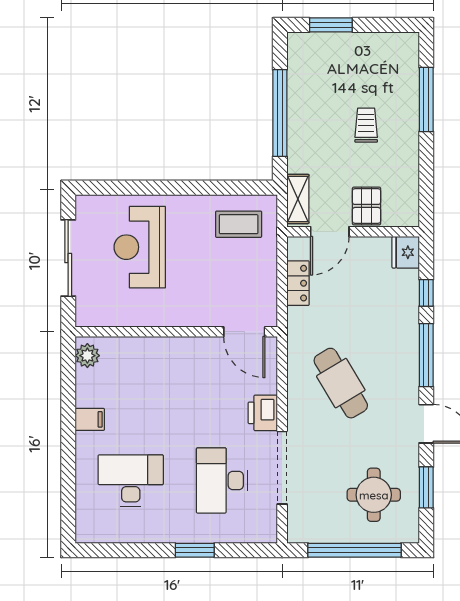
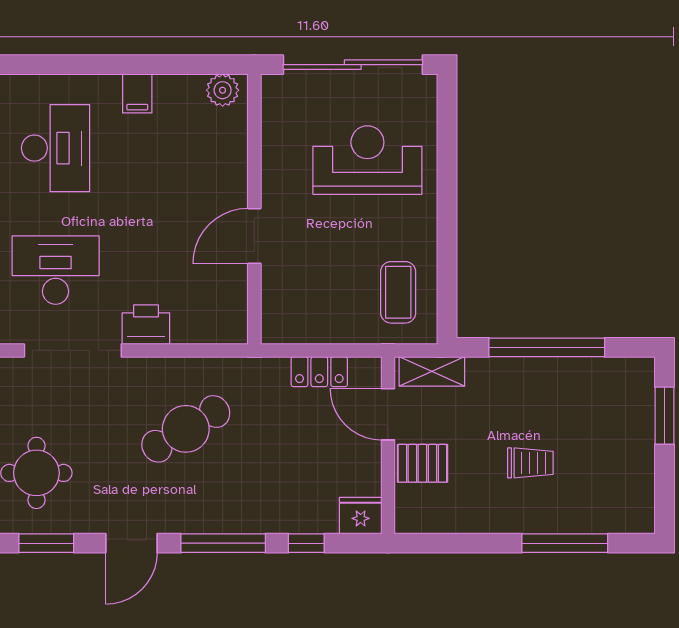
sliding door: (68, 258) -> (353, 65), width x1.36
door: (244, 332) -> (254, 236), moved

